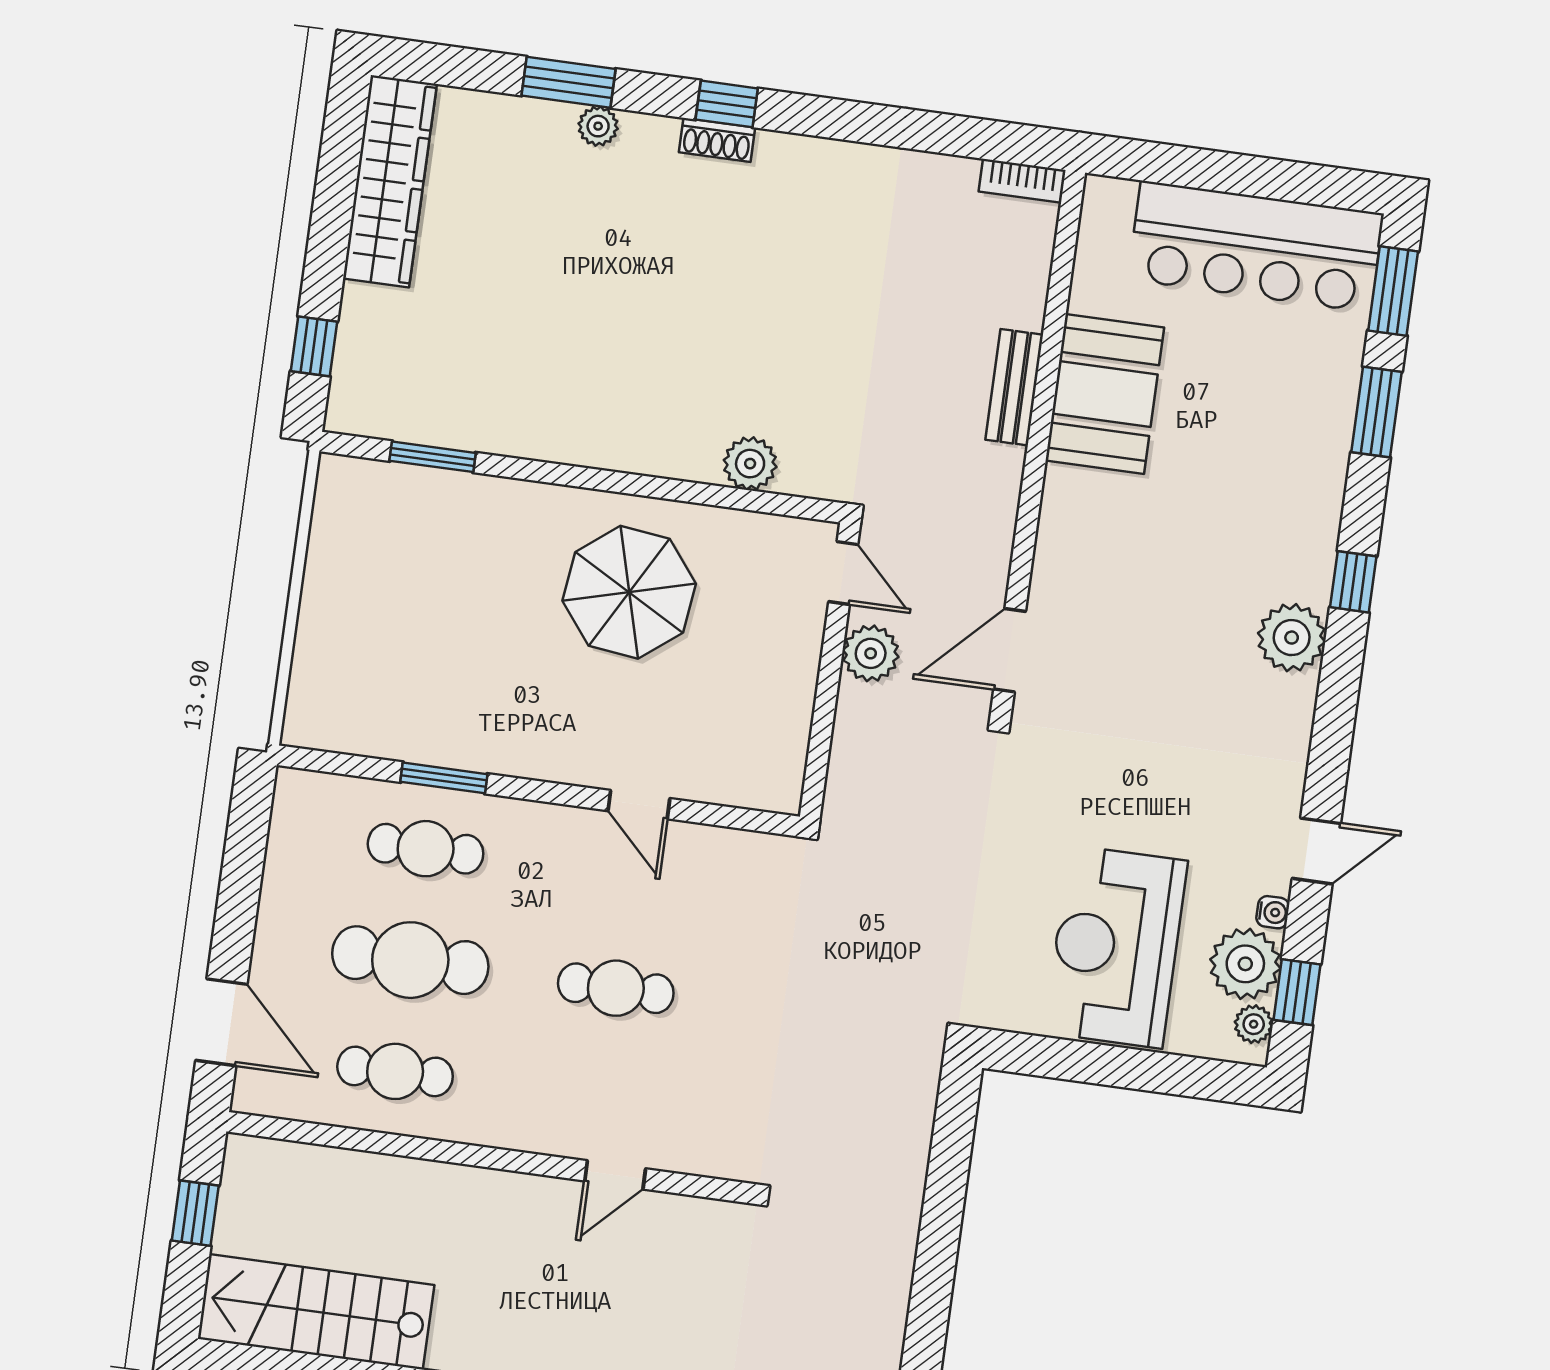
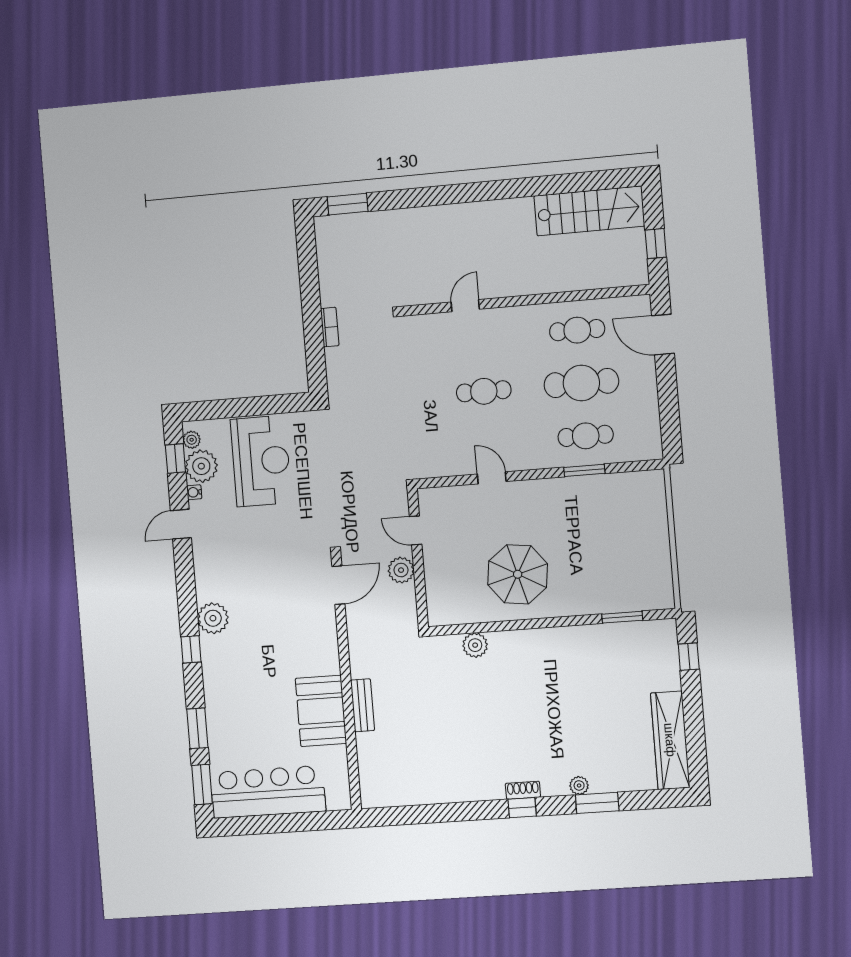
bookcase: (1022, 181) -> (330, 327), moved, turned 90
door: (843, 573) -> (416, 530), moved

